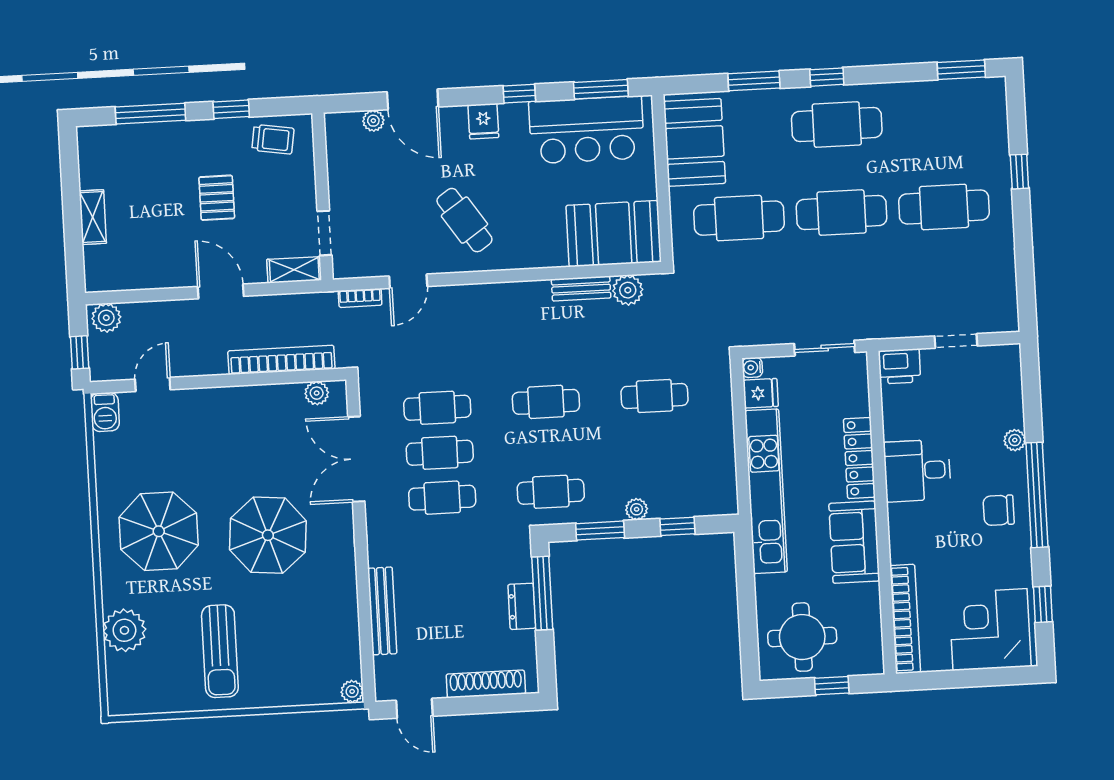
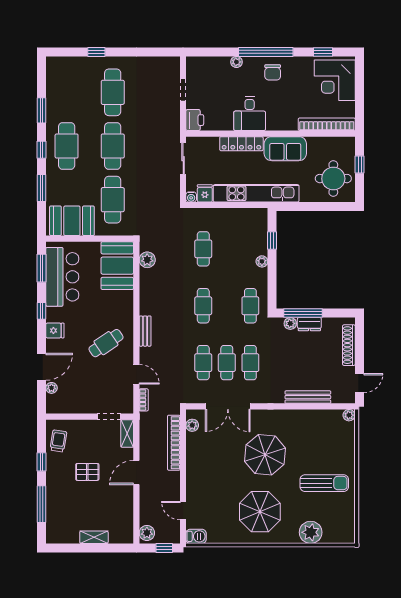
window: (961, 70) -> (42, 110), moved
bench: (581, 289) -> (145, 331), moved
window: (600, 531) -> (272, 281), removed
plant: (521, 570) -> (290, 323), added

